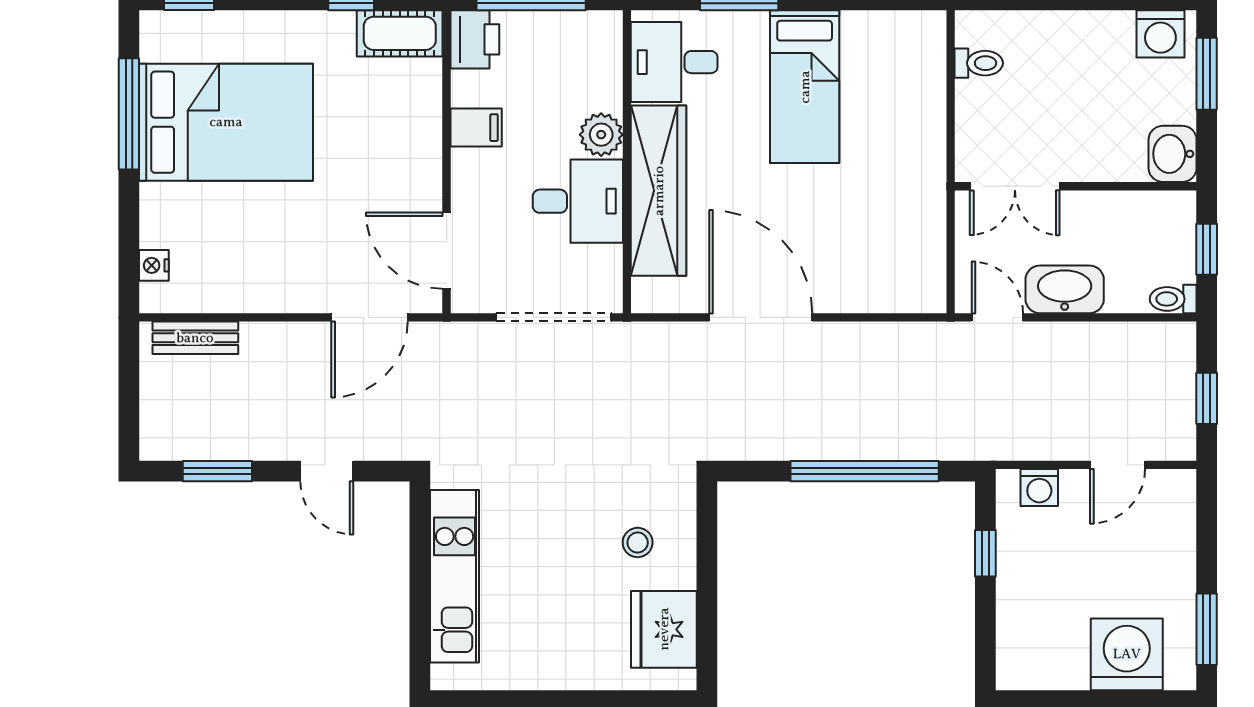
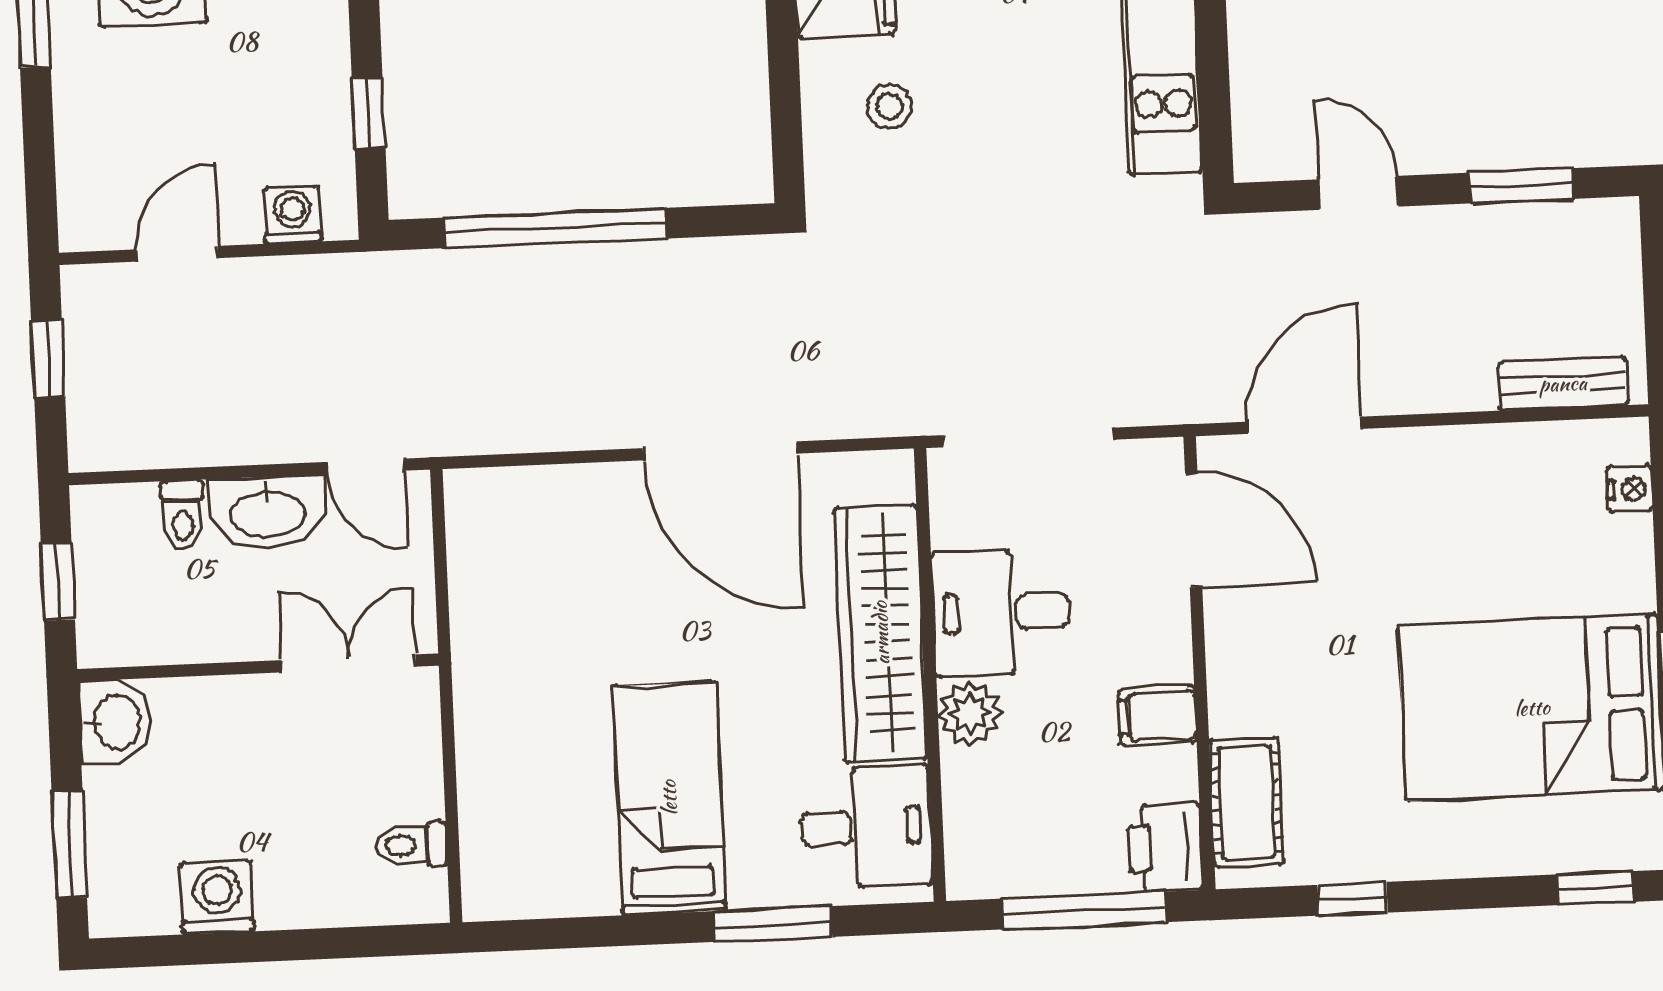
cot: (400, 33) -> (1246, 802), moved, turned 90
washing machine: (1160, 34) -> (217, 897), moved
toilet: (1173, 299) -> (183, 515), moved, turned 90

